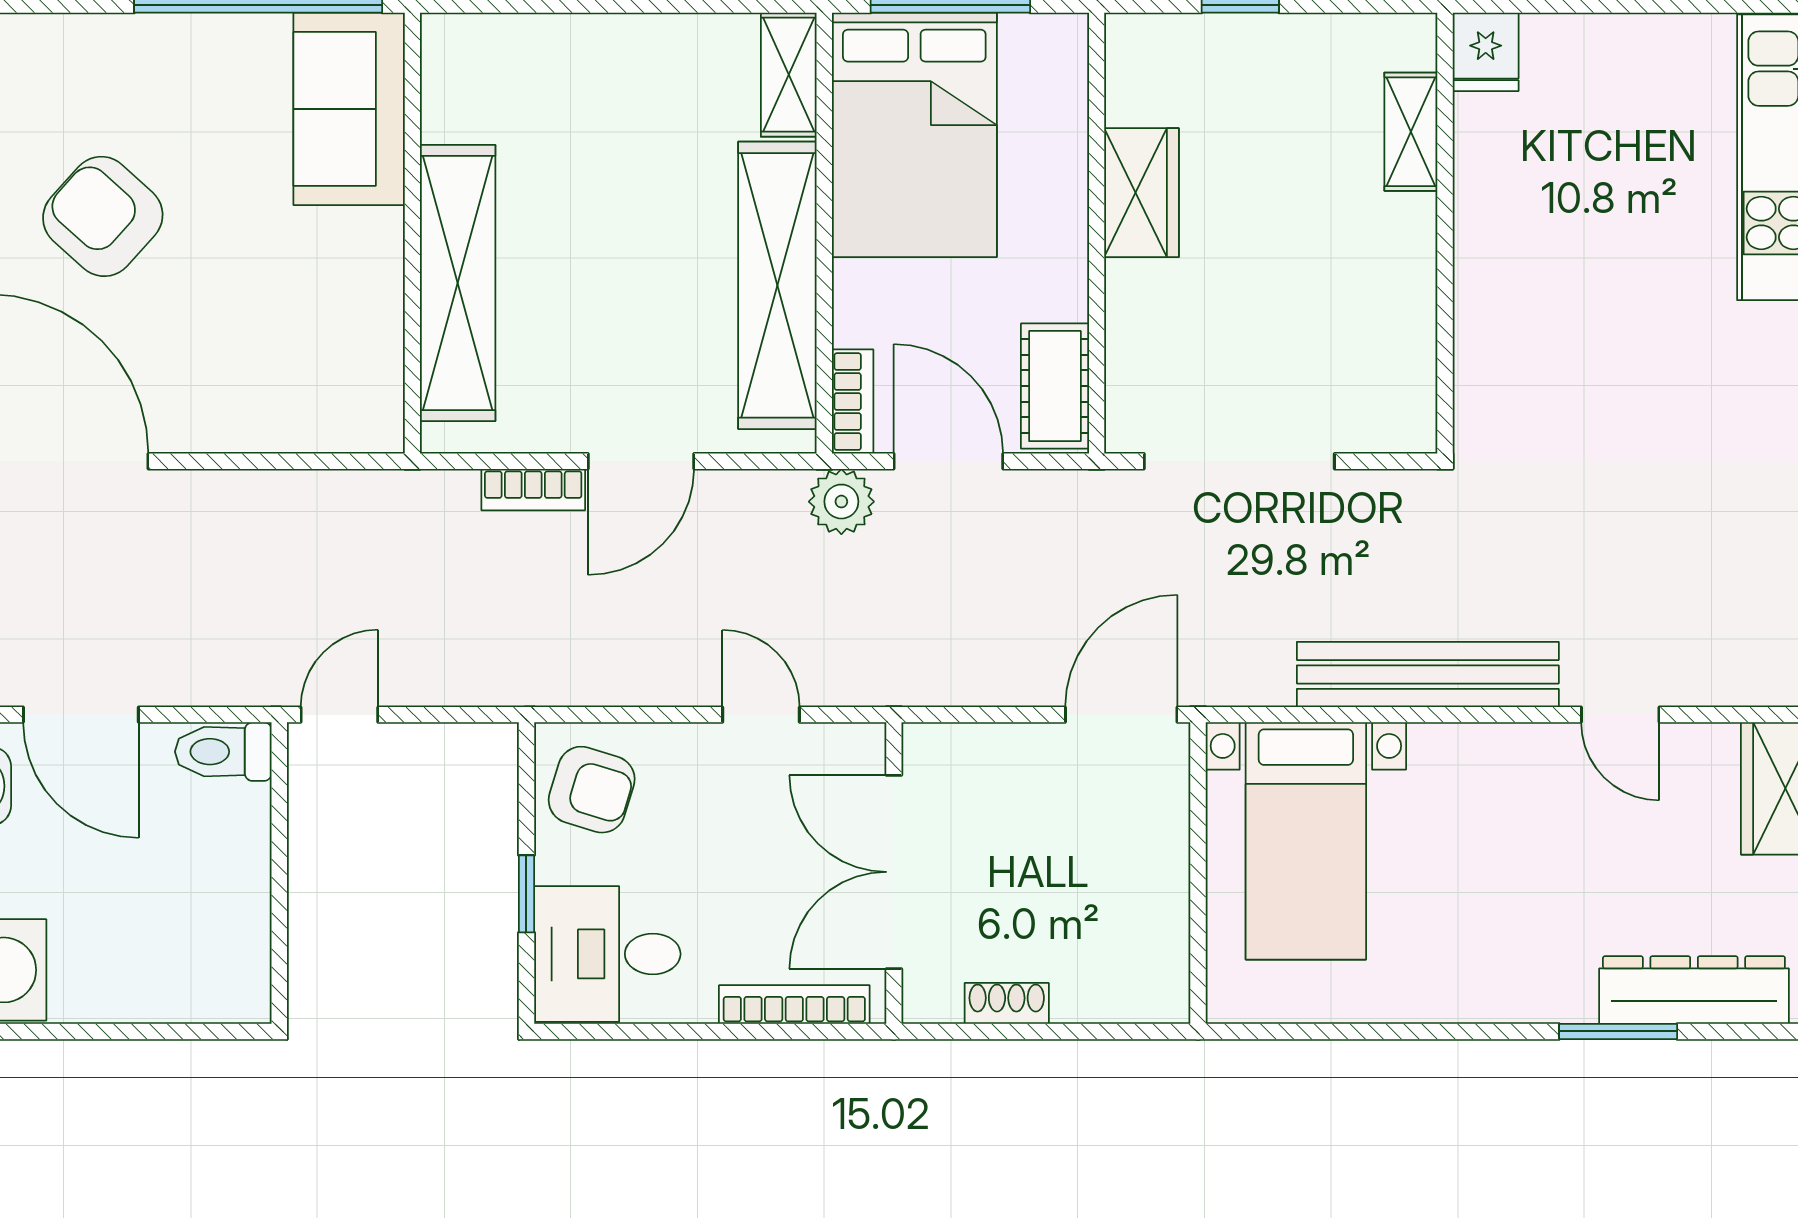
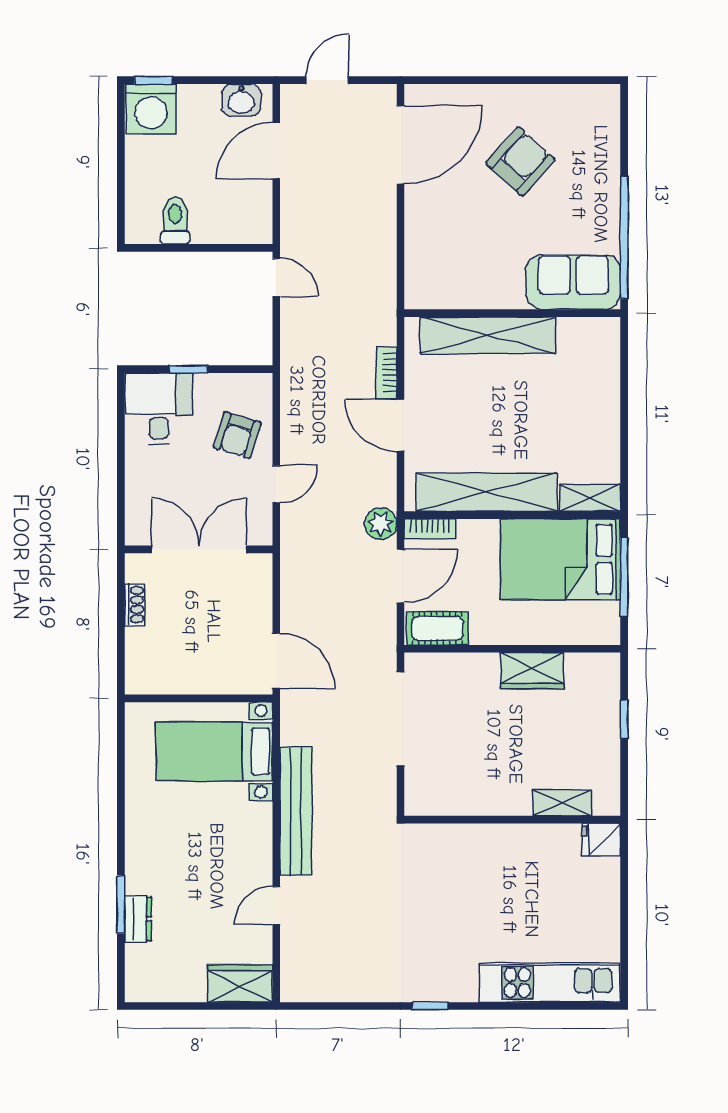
toilet: (223, 752) -> (175, 220), moved
armchair: (592, 790) -> (237, 435), moved
dresser: (1694, 990) -> (138, 919), width x0.51, depth x0.80
bookcase: (794, 1005) -> (134, 500), removed

